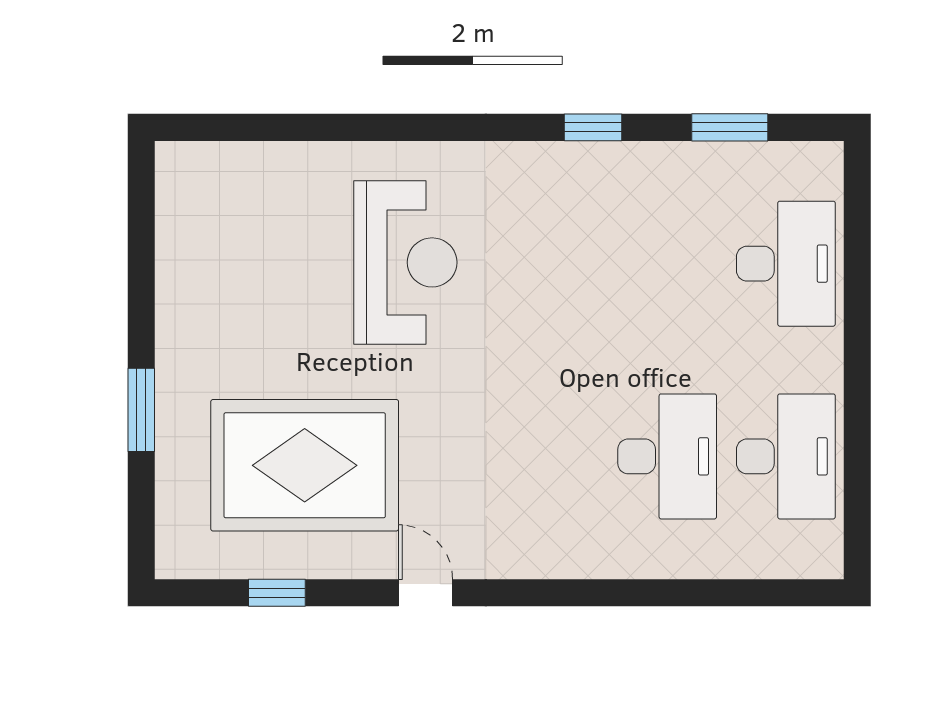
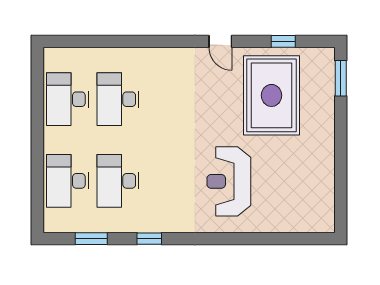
desk: (667, 264) -> (118, 181), added
window: (141, 410) -> (341, 78), moved
rug: (305, 465) -> (272, 95), turned 90

